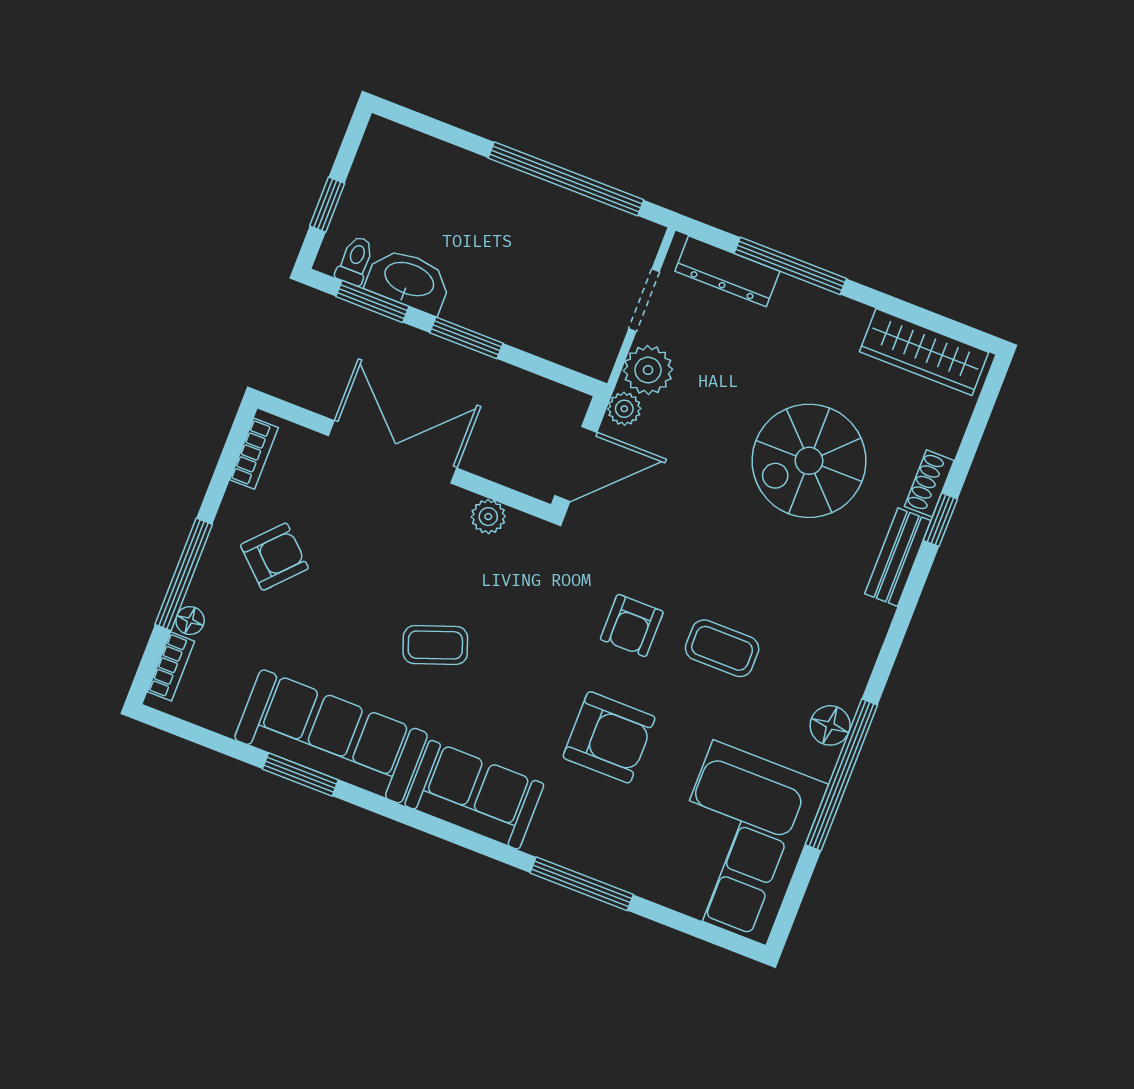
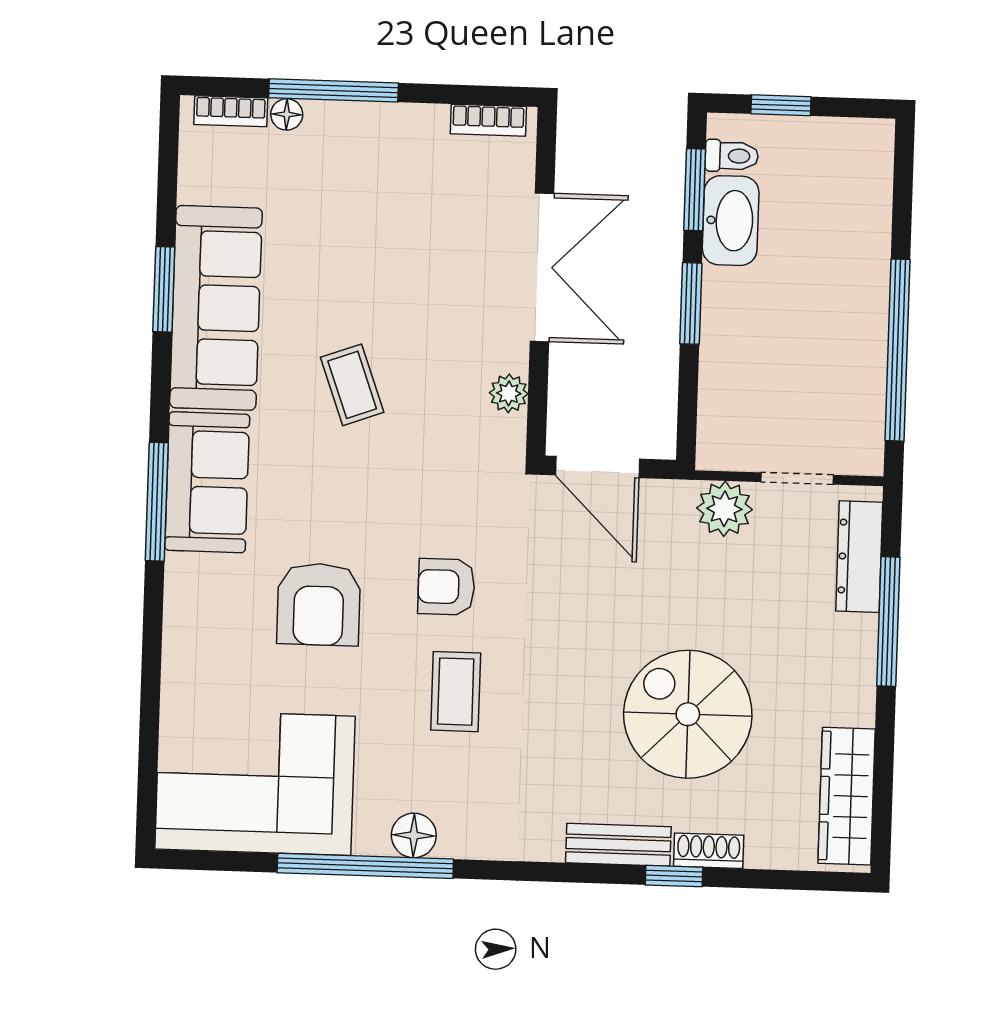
plant: (624, 409) -> (674, 498), removed
armchair: (274, 557) -> (386, 181), removed
window: (582, 884) -> (157, 502), moved

